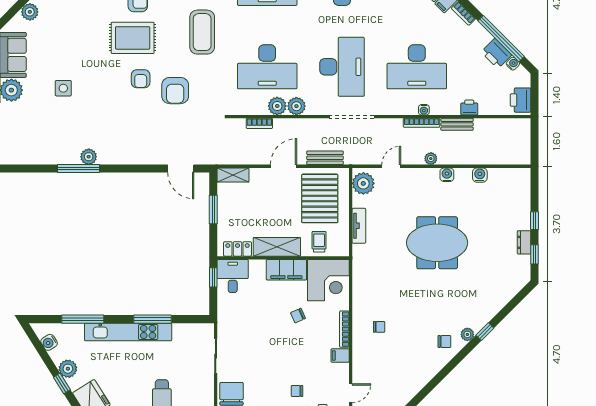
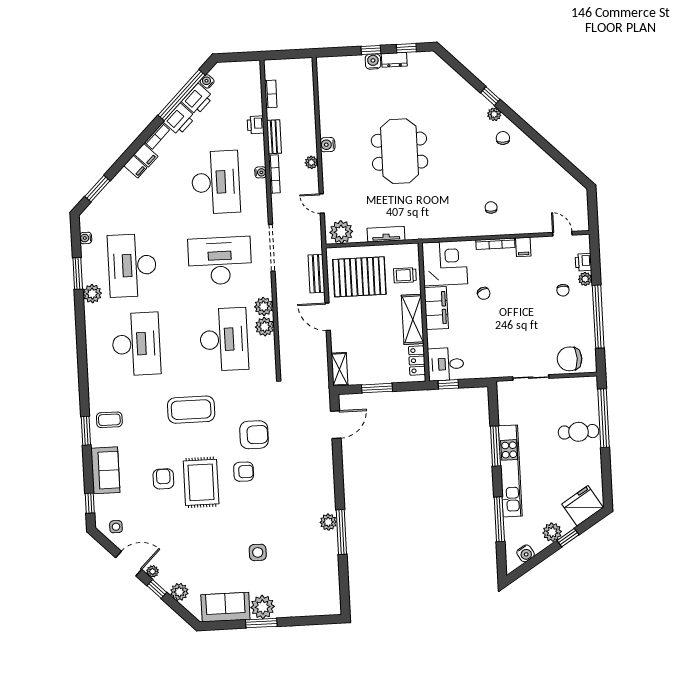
printer: (521, 100) -> (180, 119), moved, turned -45
bookcase: (259, 123) -> (271, 94), moved
water cooler: (480, 175) -> (373, 62), moved, turned 90

